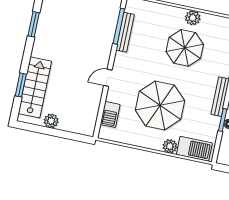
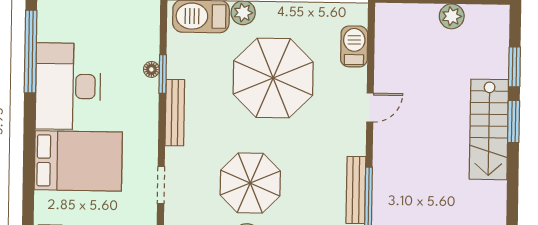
window: (34, 24) -> (514, 122), moved
stairs: (35, 87) -> (489, 129), moved

